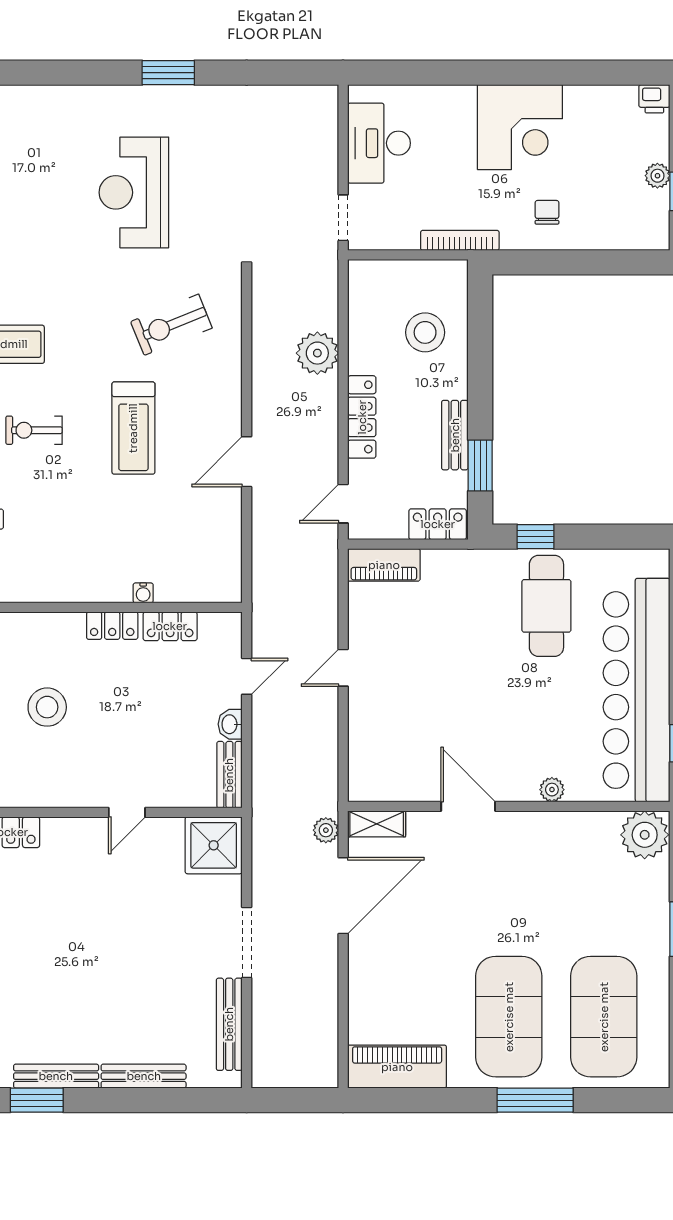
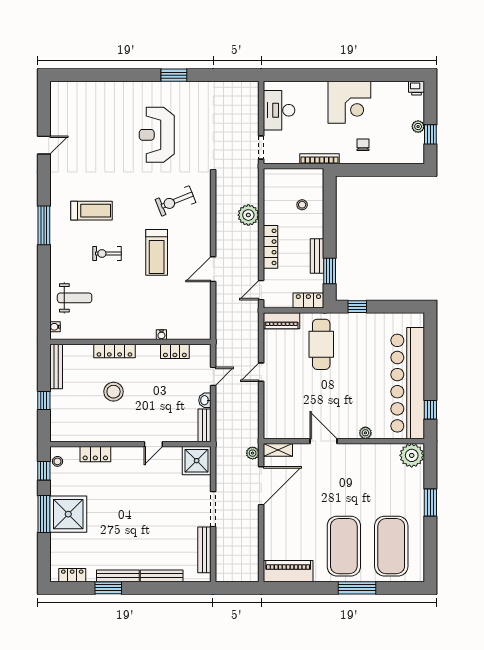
stool: (425, 332) -> (302, 205), width x0.53, depth x0.53
cafe table: (546, 606) -> (321, 344), moved
locker: (112, 626) -> (114, 351), moved, width x1.53

